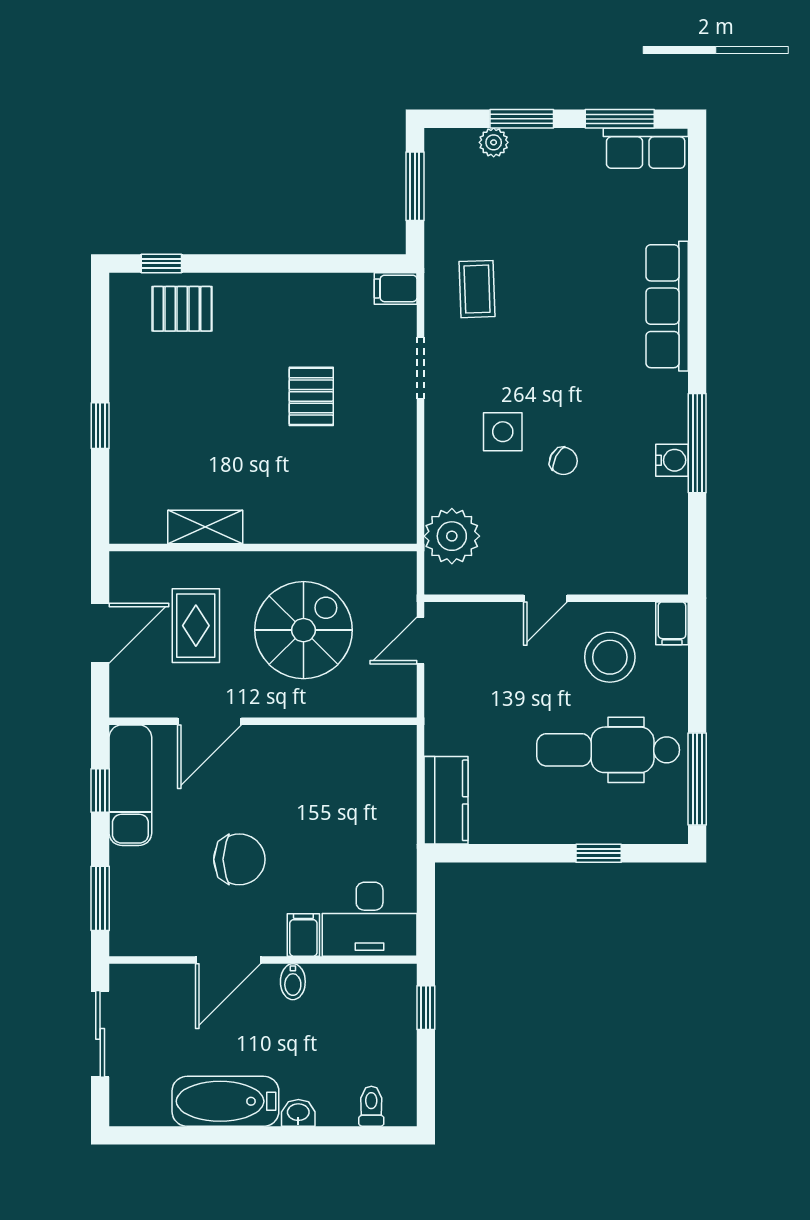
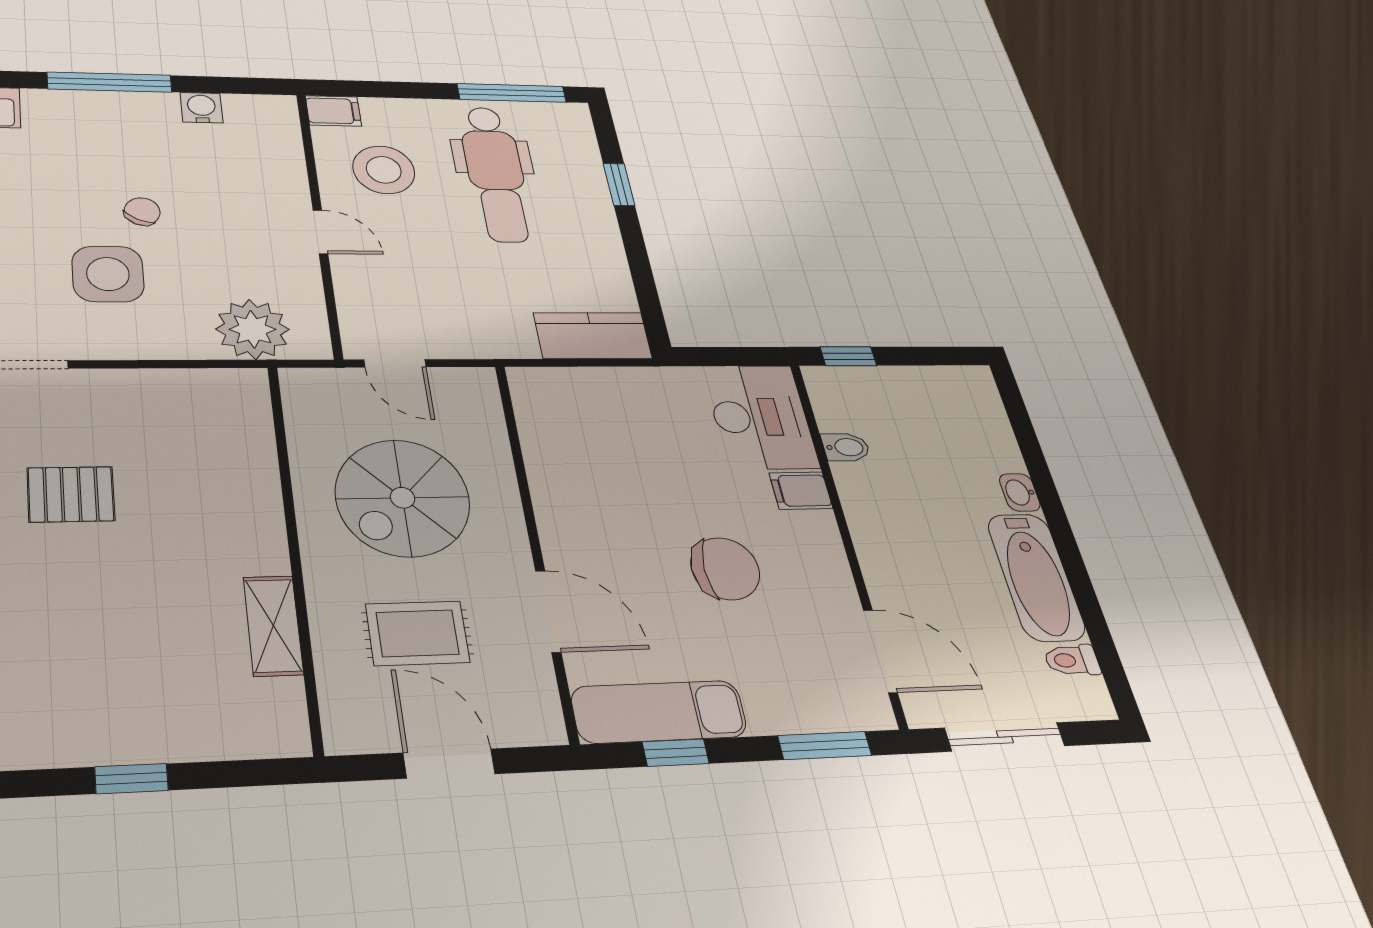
side table: (503, 432) -> (108, 274), width x1.37, depth x1.37
water cooler: (672, 460) -> (201, 108), moved
spiral stairs: (304, 630) -> (403, 498), turned -90
chair: (239, 859) -> (725, 569), turned 90
door: (228, 960) -> (880, 651), moved
bidet: (293, 982) -> (846, 447), moved
toilet: (371, 1106) -> (1072, 660), moved

